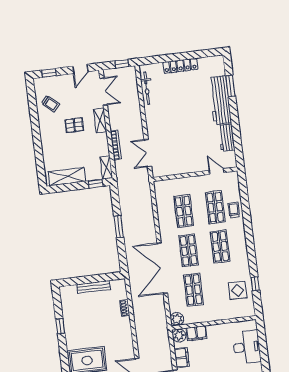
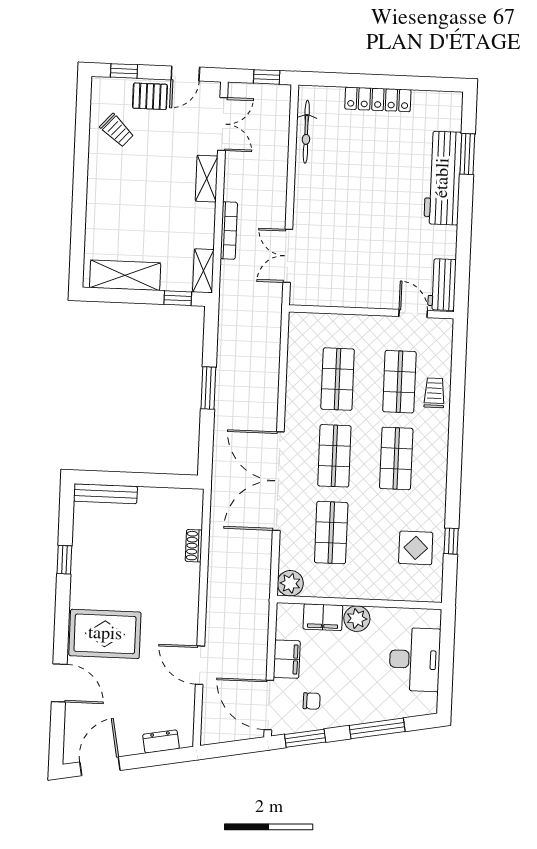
pallet: (74, 125) -> (150, 96), moved
workbench: (227, 138) -> (442, 285), moved
bench: (94, 287) -> (105, 494), moved
plant: (179, 336) -> (357, 619), moved

